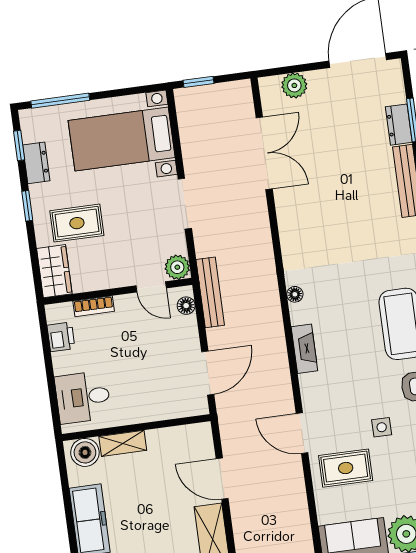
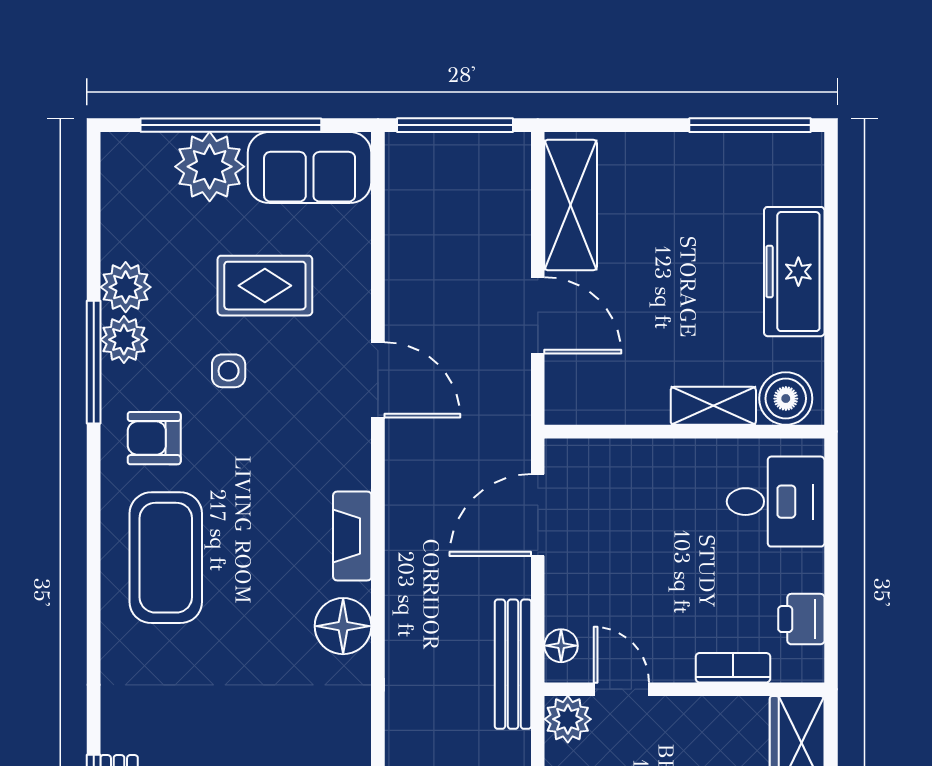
floor lamp: (295, 294) -> (343, 626), width x1.89, depth x1.89
rug: (346, 468) -> (265, 286), moved

